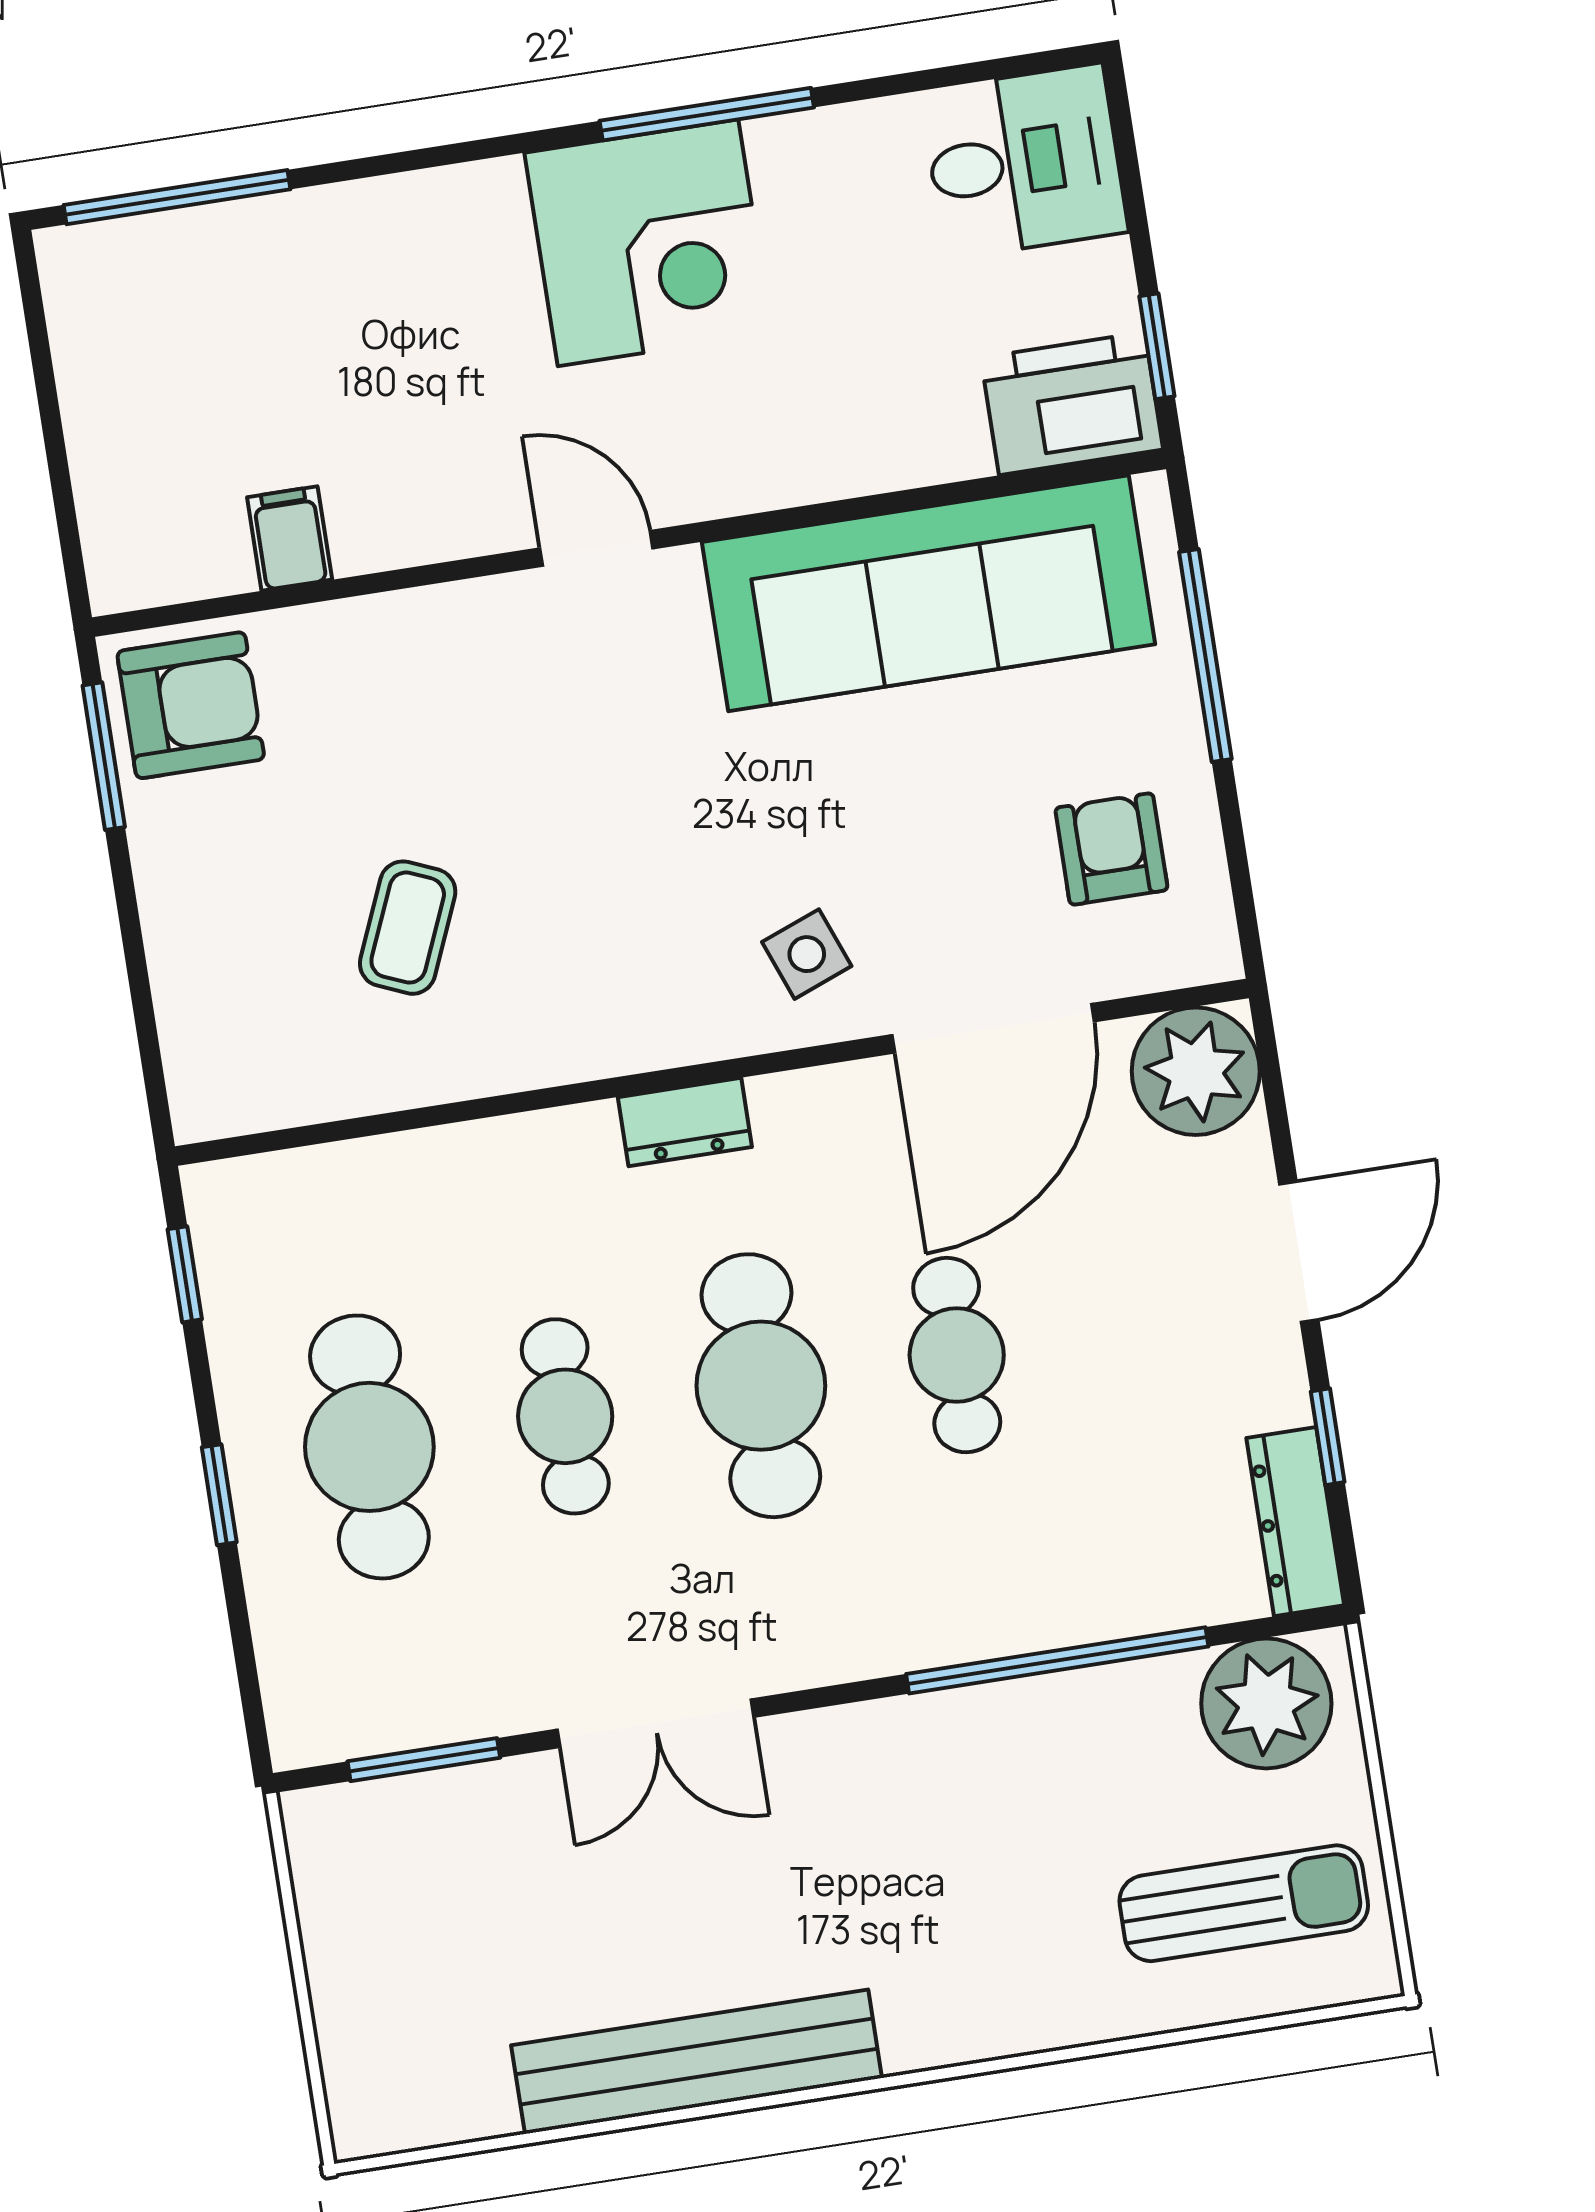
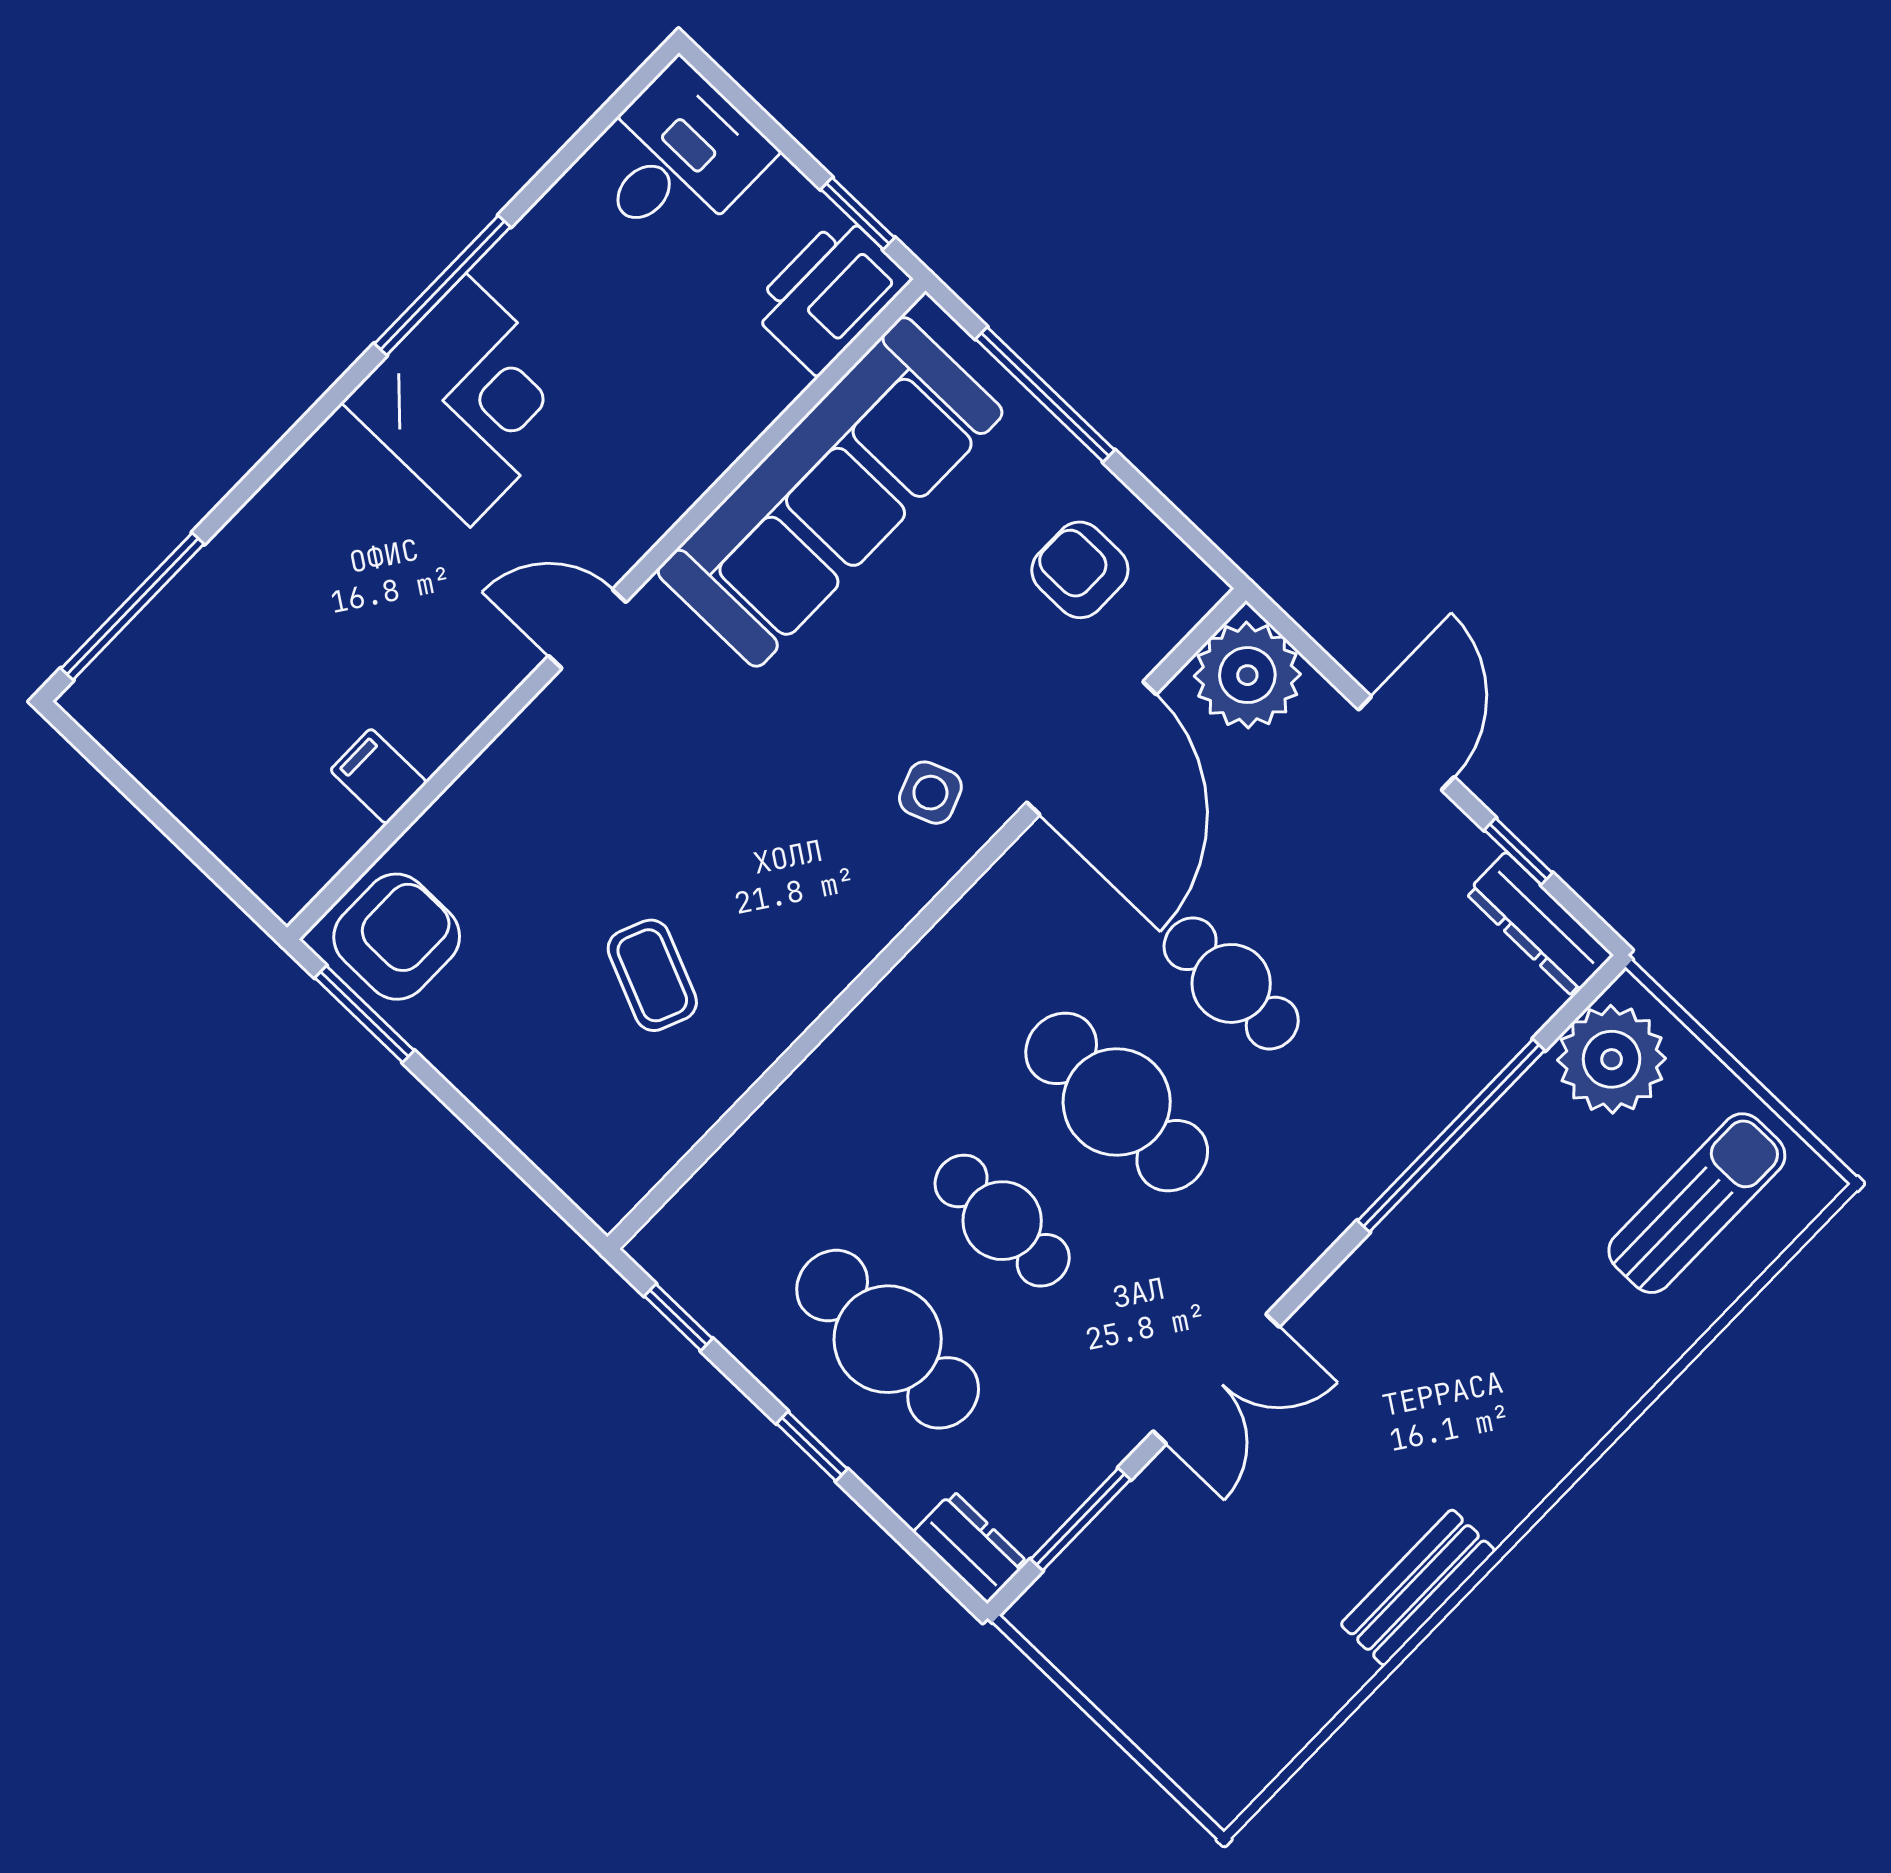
dresser: (685, 1122) -> (970, 1547), moved, turned -90
bench: (697, 2062) -> (1418, 1587), width x0.54, depth x0.82

